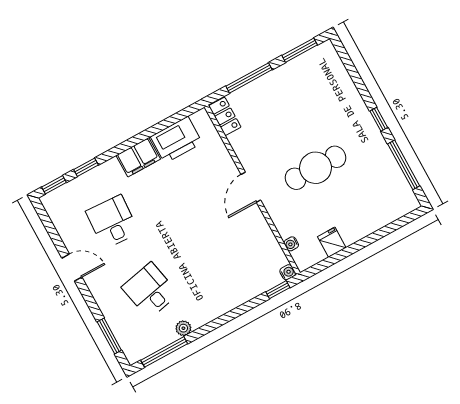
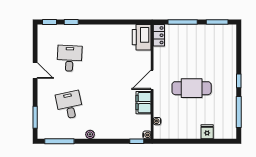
printer: (176, 140) -> (142, 37), moved, turned 90
filing cabinet: (138, 157) -> (144, 103), moved, turned 90
fridge: (332, 242) -> (207, 132), moved
plant: (183, 328) -> (90, 134), moved

